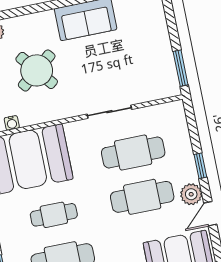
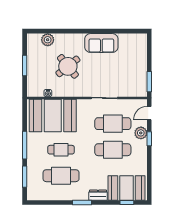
plant: (191, 194) -> (141, 133), moved
door: (210, 214) -> (149, 113), moved

